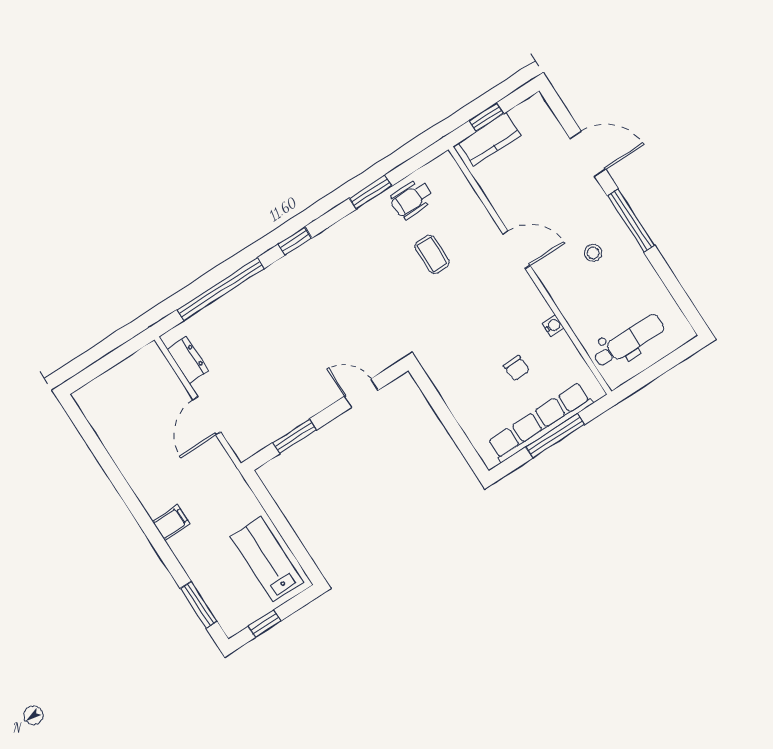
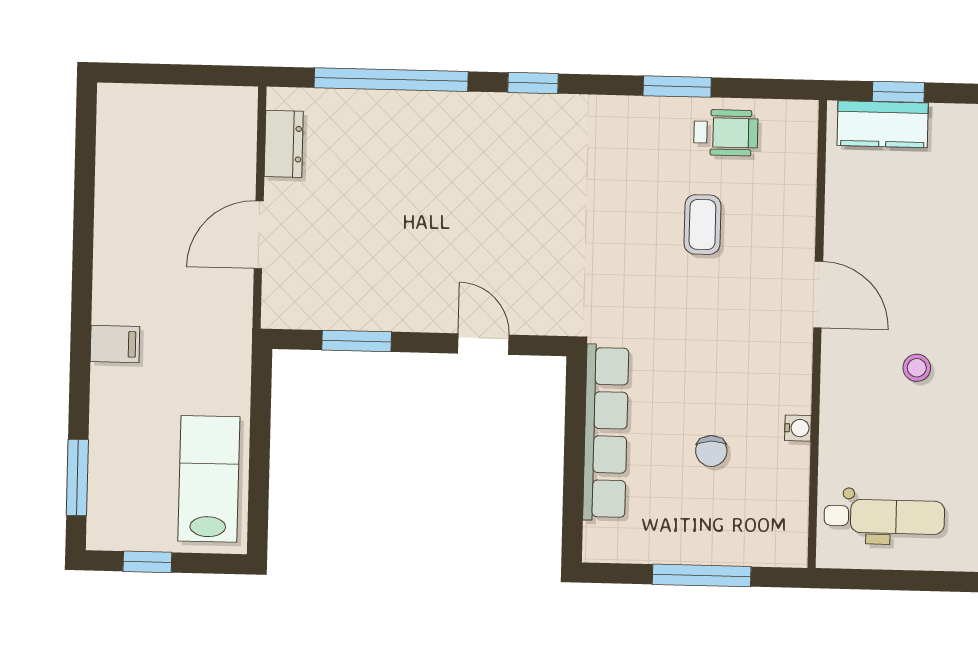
wheelchair: (412, 199) -> (726, 133), turned 180
row of seats: (540, 422) -> (606, 432), moved, turned 90

